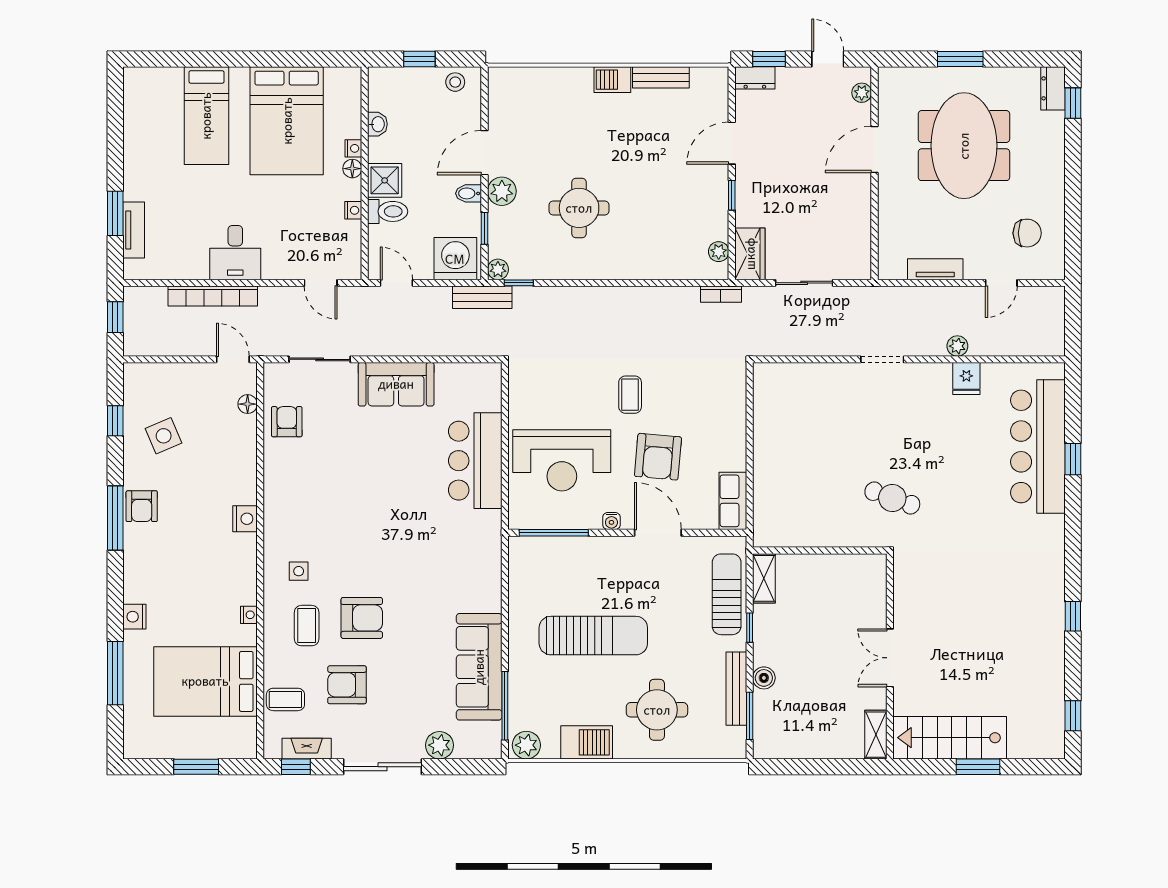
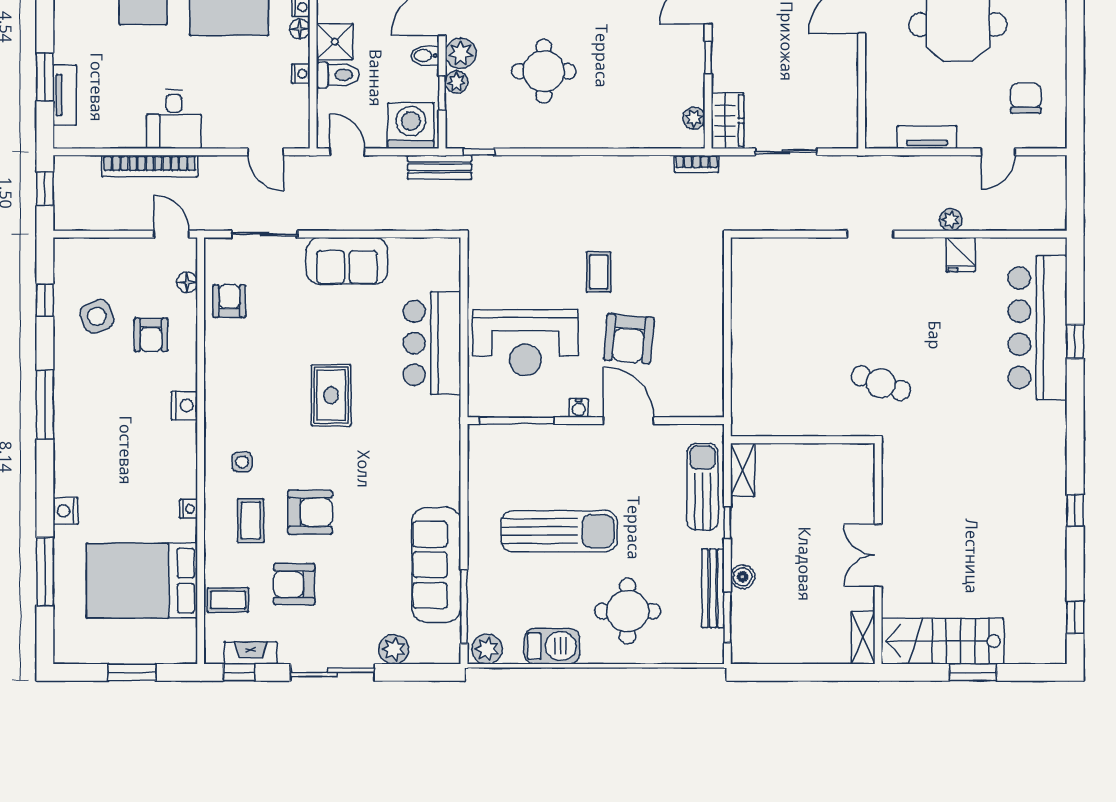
chair: (1027, 233) -> (1026, 98), turned -90
plant: (498, 269) -> (457, 82), moved
row of seats: (733, 501) -> (709, 386), removed
armchair: (142, 506) -> (151, 335), moved
rug: (381, 509) -> (331, 395), added

